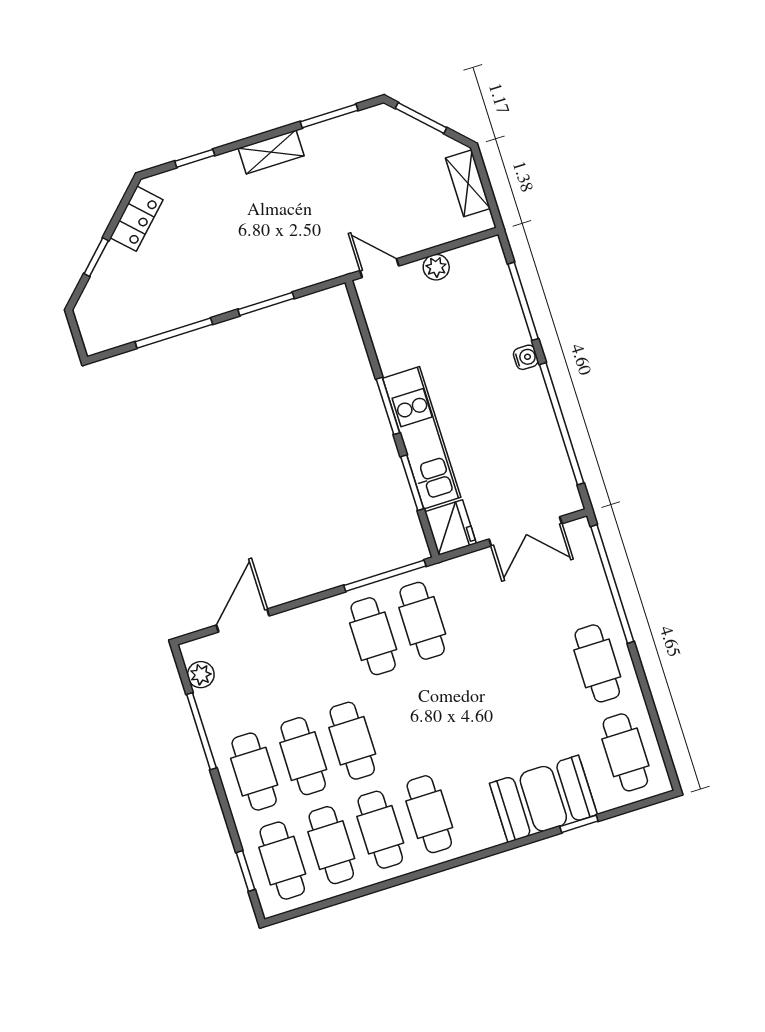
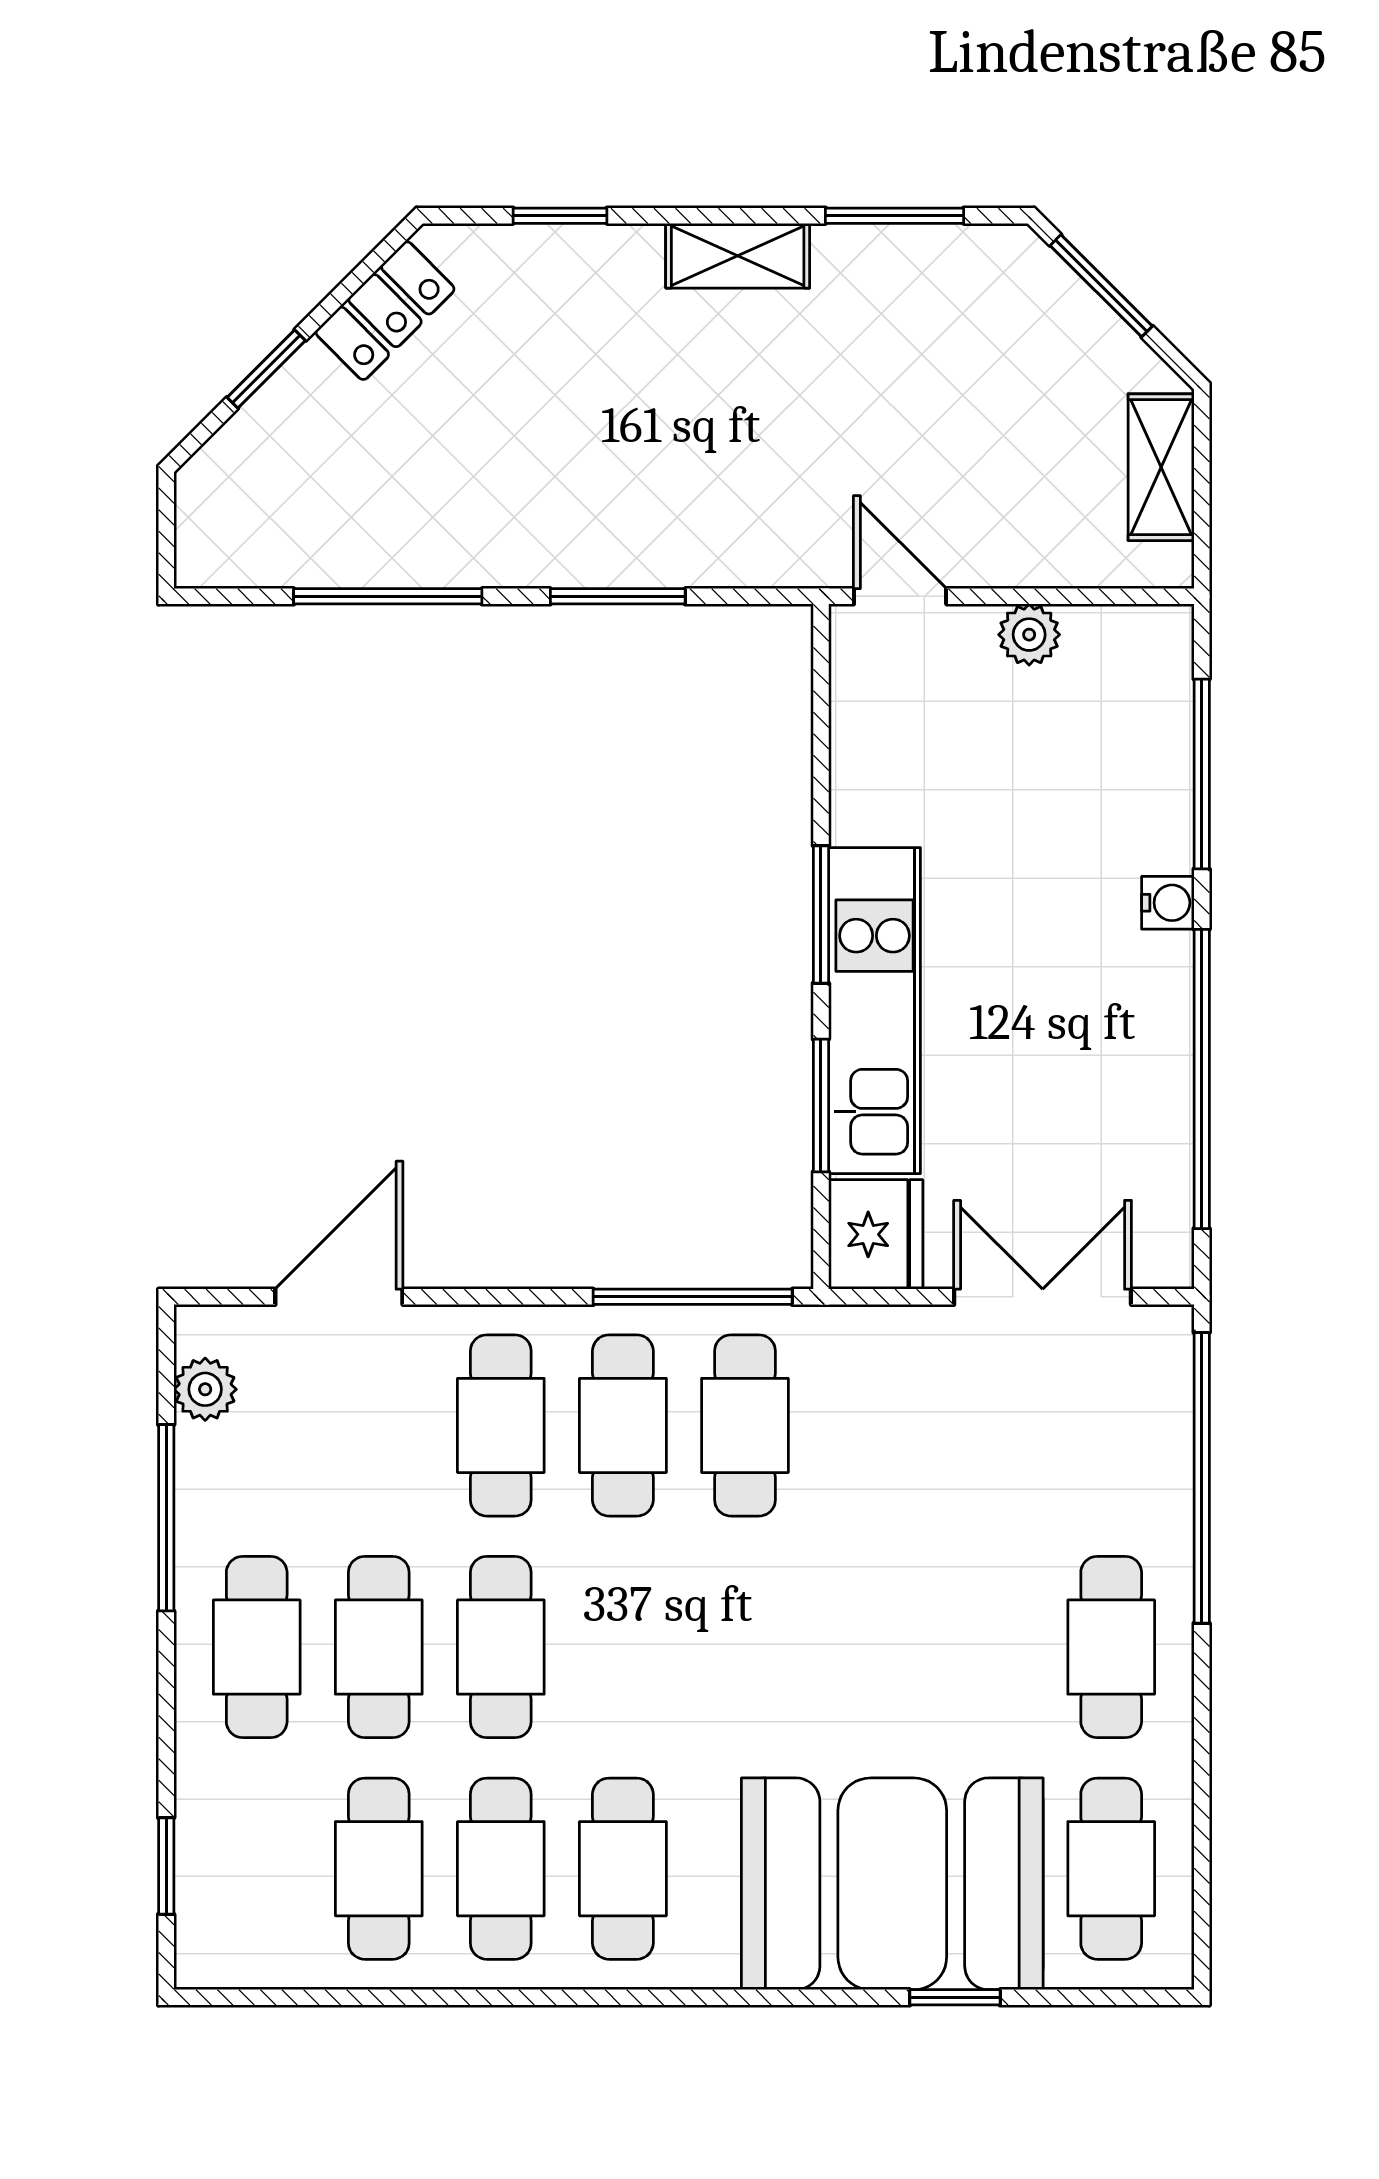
double door: (525, 531) -> (1043, 1297), swing flipped
booth: (543, 799) -> (892, 1884), width x1.36, depth x1.42
cafe table: (282, 861) -> (501, 1425), moved

